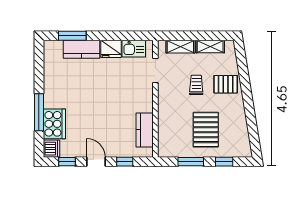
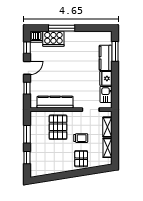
kitchen counter: (145, 130) -> (55, 102), width x1.50
pallet: (206, 130) -> (58, 127), moved, turned 90

